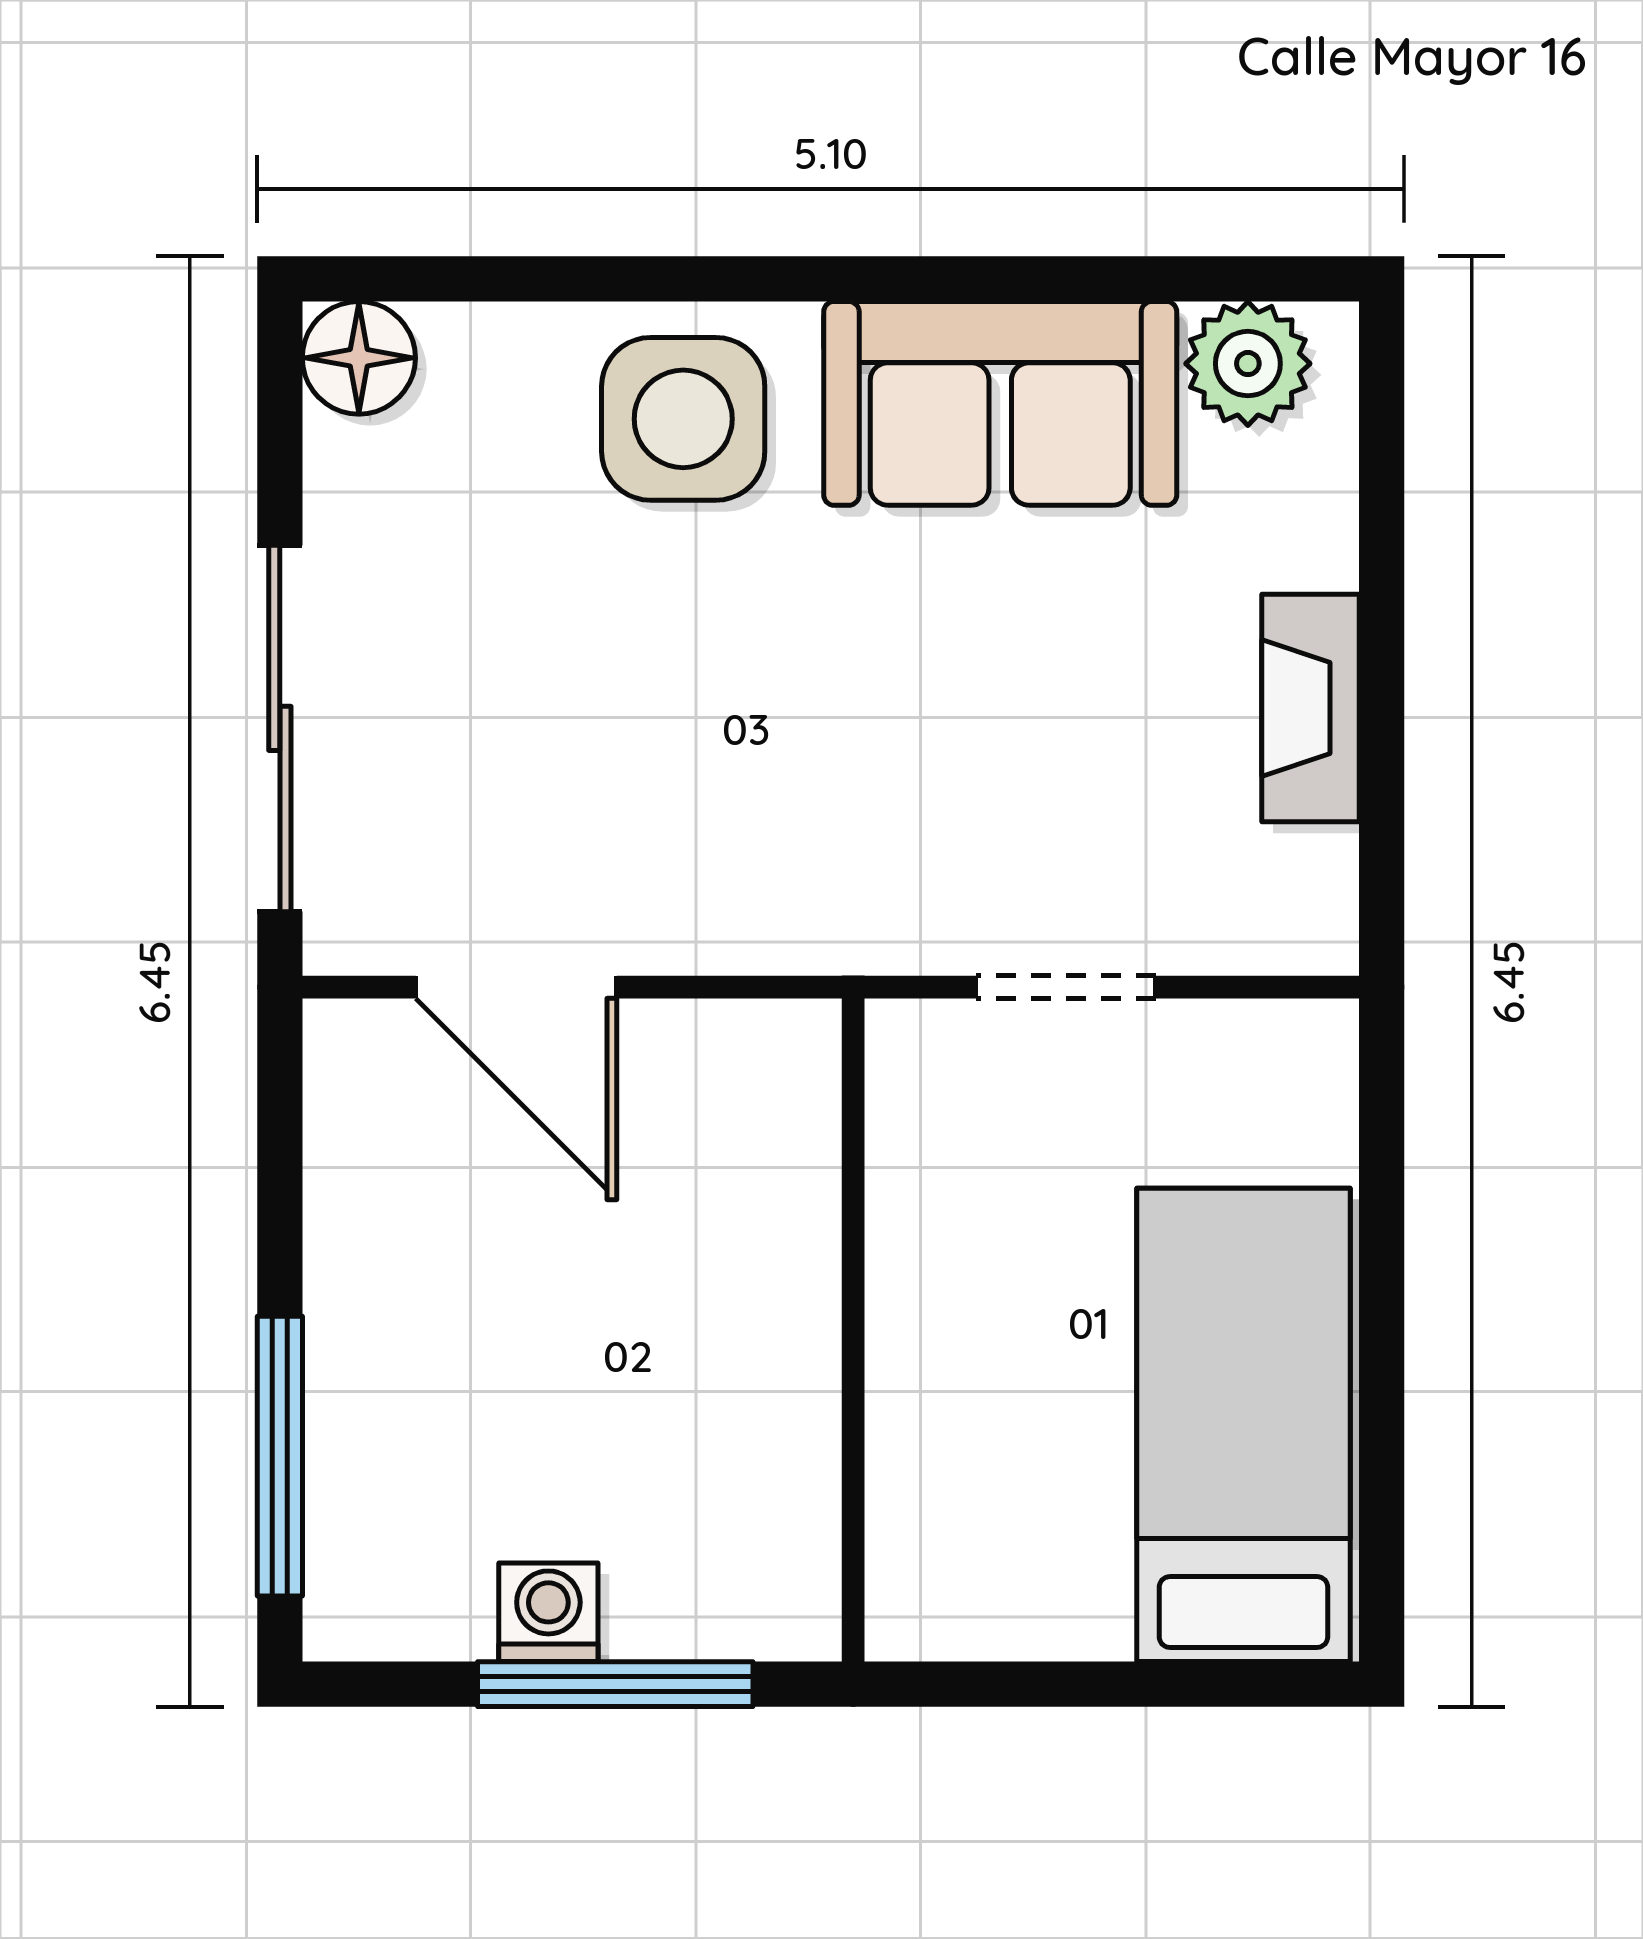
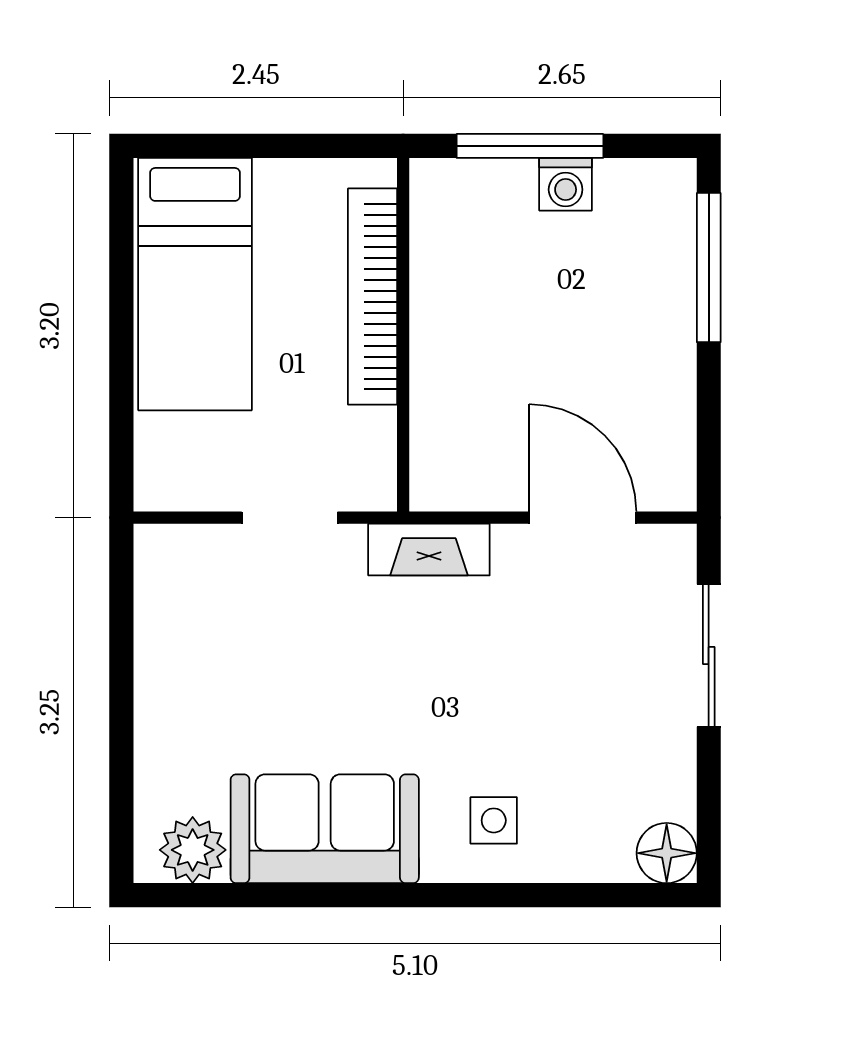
side table: (683, 419) -> (494, 820), width x0.54, depth x0.54
fireplace: (1311, 708) -> (429, 549), moved, turned 90
sliding door: (280, 728) -> (709, 655), width x0.73
bookcase: (911, 1402) -> (373, 297), added

